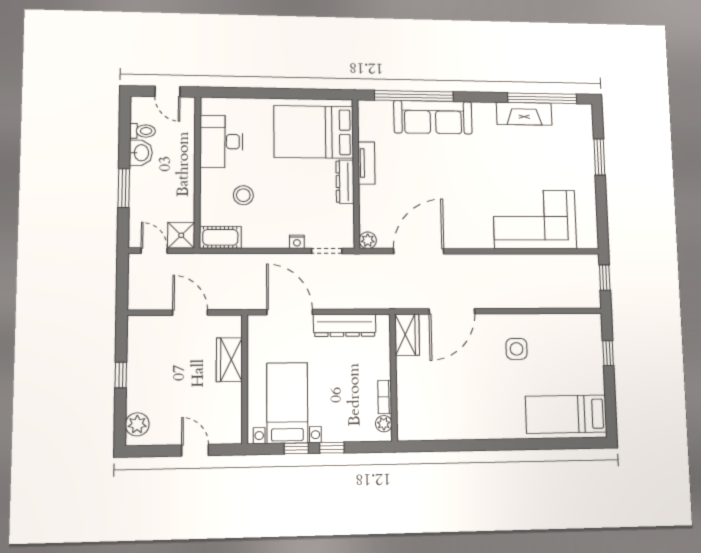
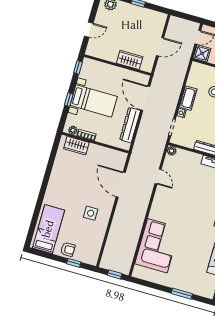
cot: (220, 237) -> (188, 98), moved
door: (419, 251) -> (158, 177), width x0.53
door: (290, 312) -> (145, 98), swing flipped
wardrobe: (407, 335) -> (76, 146), moved
armchair: (589, 370) -> (68, 249), added
bed with nightstands: (287, 403) -> (94, 101), moved
window: (296, 448) -> (78, 67), moved

